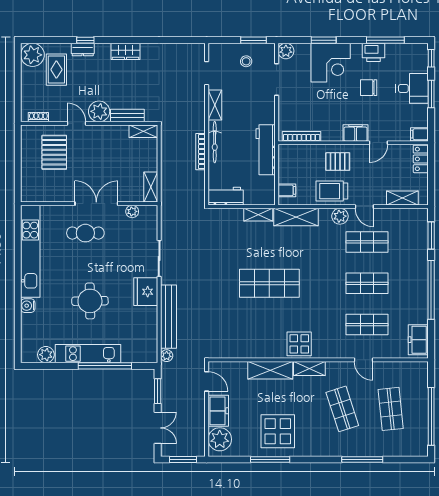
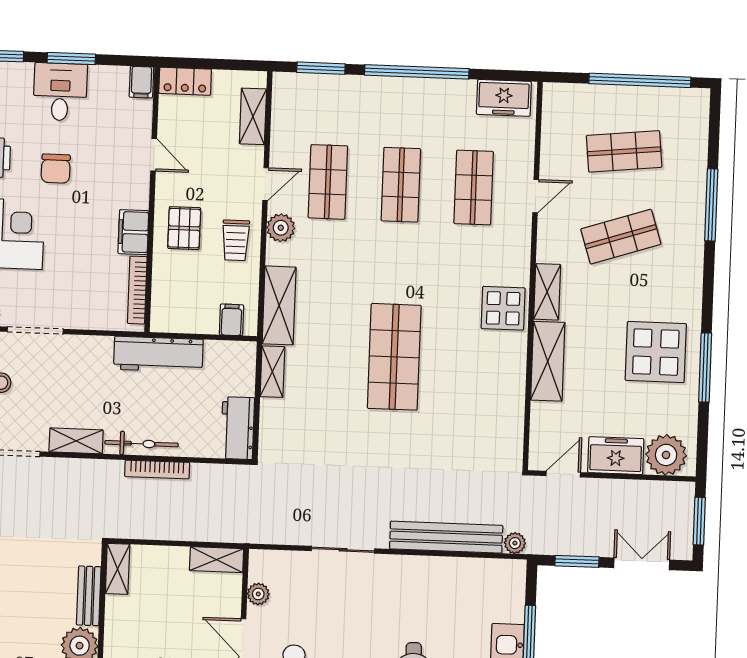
filing cabinet: (356, 133) -> (133, 232), moved
trolley: (332, 191) -> (236, 240), width x0.73, depth x0.72
fridge: (146, 292) -> (401, 576), removed

